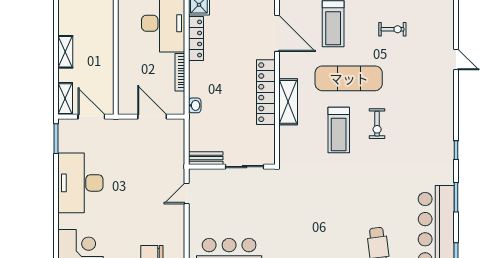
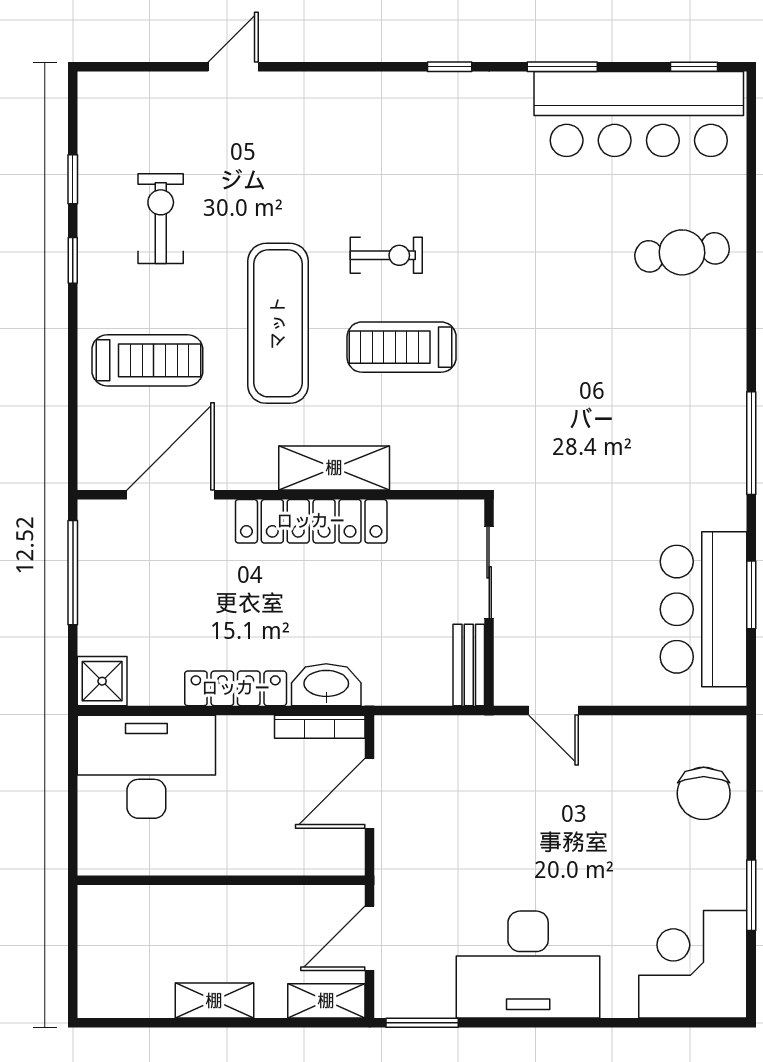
exercise bike: (392, 29) -> (161, 219), width x1.38, depth x1.39
locker: (196, 38) -> (236, 688), moved
bookcase: (180, 72) -> (320, 727), moved
washbasin: (195, 105) -> (326, 685), width x1.91, depth x1.45
treadmill: (339, 130) -> (402, 347), turned 180

